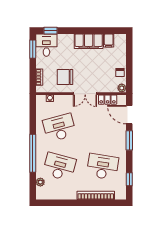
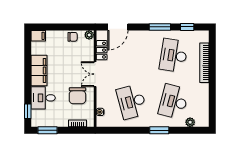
filing cabinet: (109, 40) -> (38, 36), moved
desk: (46, 45) -> (43, 98), moved
double door: (85, 94) -> (95, 74), swing flipped
window: (129, 140) -> (160, 27), moved
window: (33, 153) -> (159, 130), width x0.47

